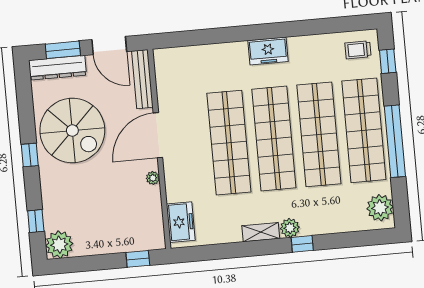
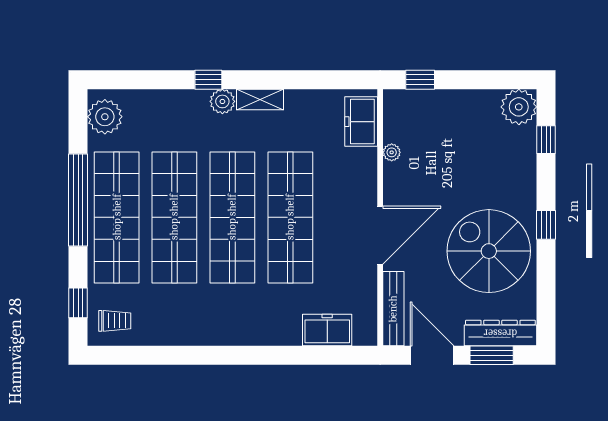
freezer: (268, 51) -> (327, 330), moved
plant: (153, 178) -> (392, 152), moved

